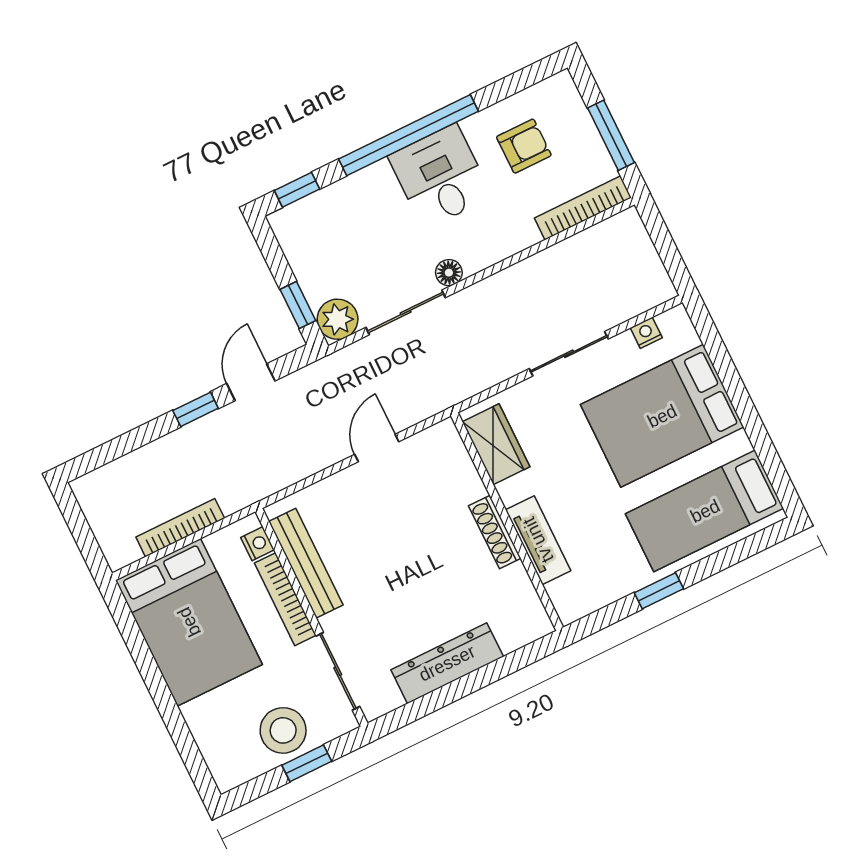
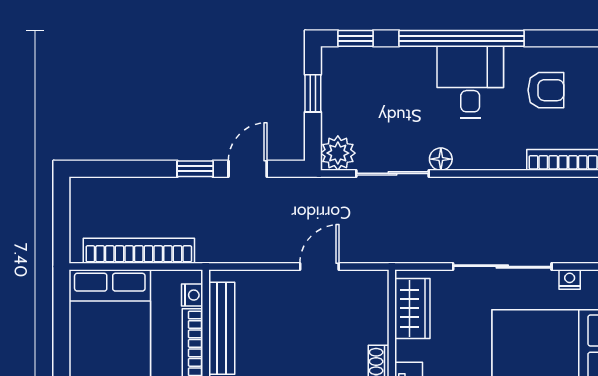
window: (298, 305) -> (313, 93), moved
sliding door: (569, 354) -> (502, 266), width x1.37
bookcase: (180, 528) -> (139, 251), width x1.48, depth x1.31

